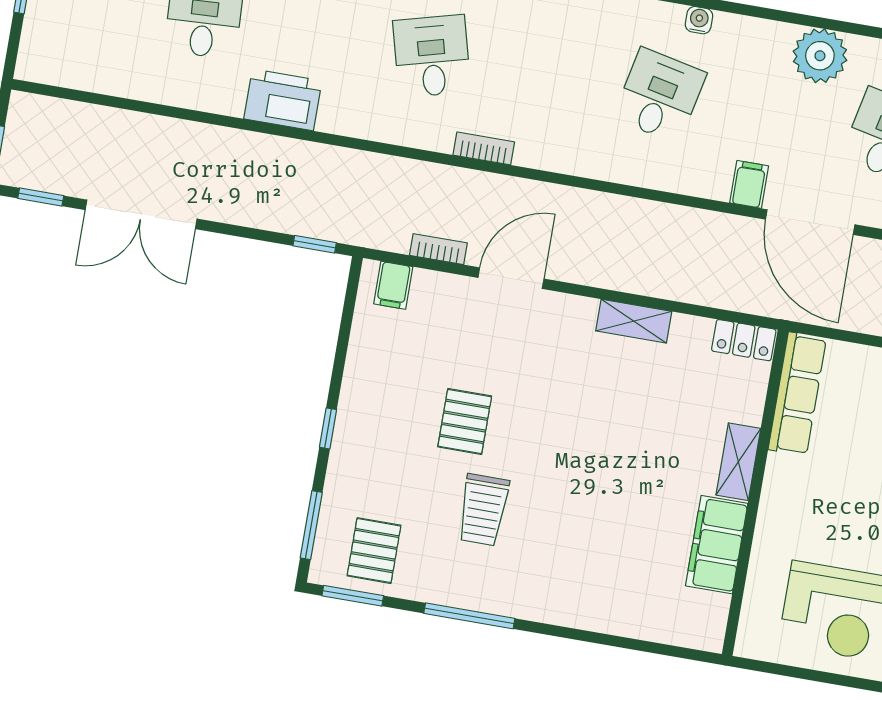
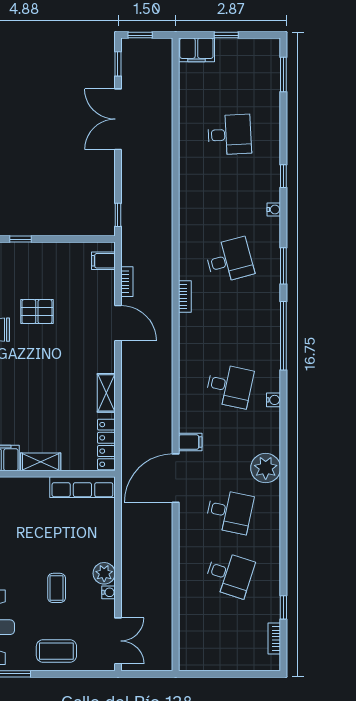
filing cabinet: (40, 50) -> (196, 50), added
printer: (283, 100) -> (192, 184), removed
locker: (744, 340) -> (106, 444), width x1.53

